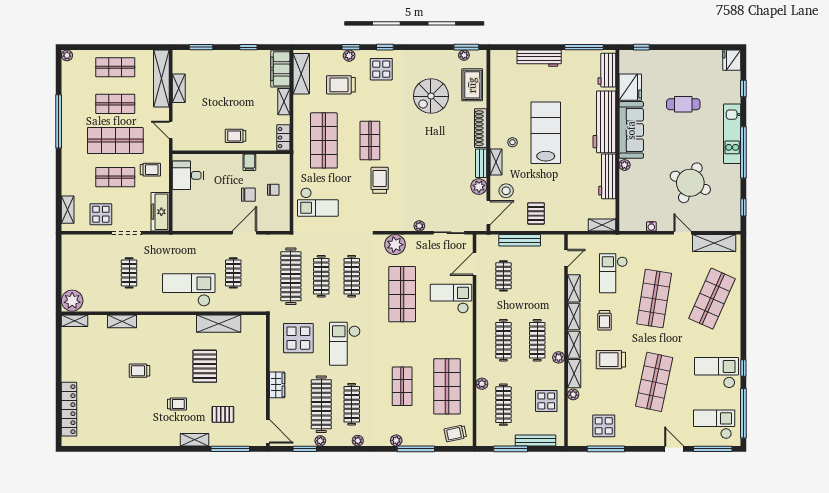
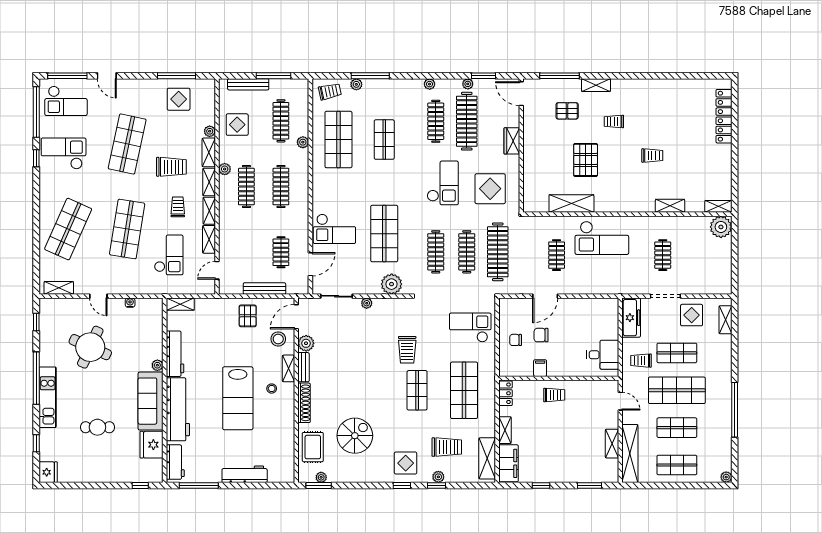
shelving: (714, 243) -> (59, 288), width x0.67, depth x0.75
checkout: (717, 373) -> (64, 153), turned 180
plant: (396, 440) -> (356, 84), moved

